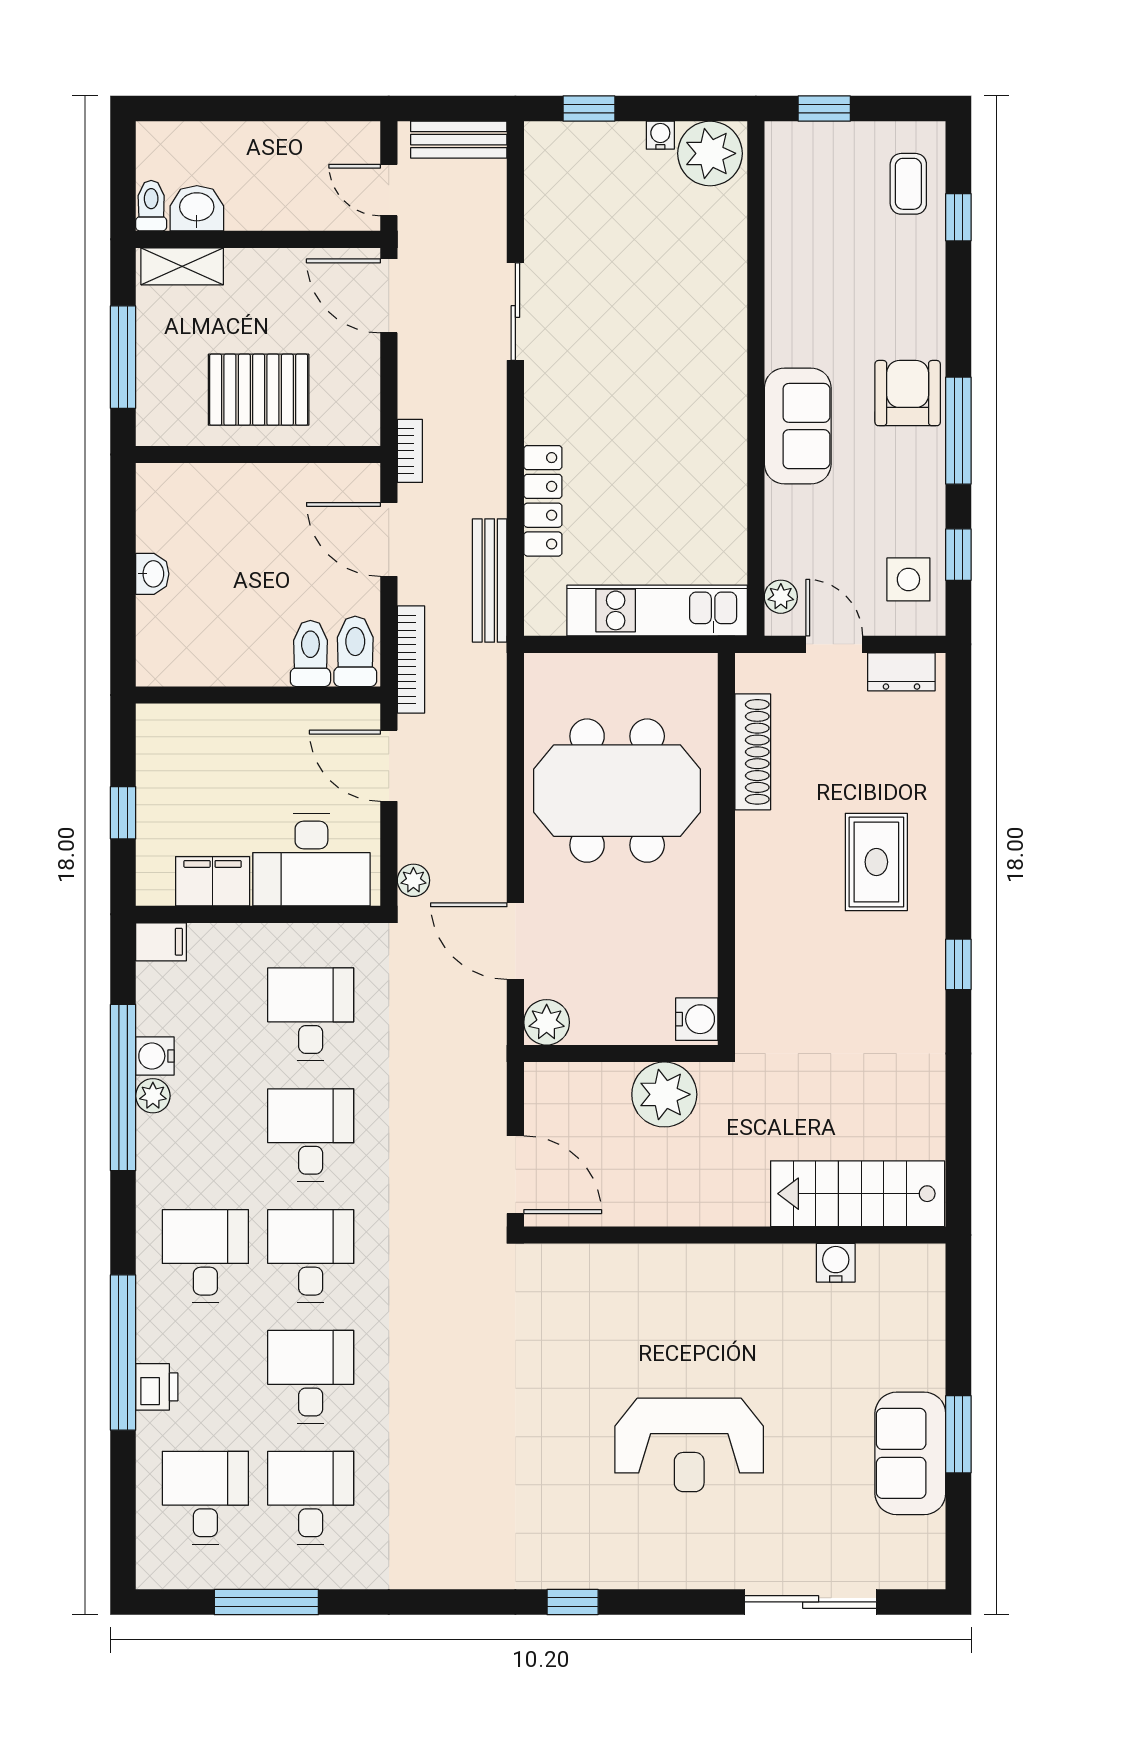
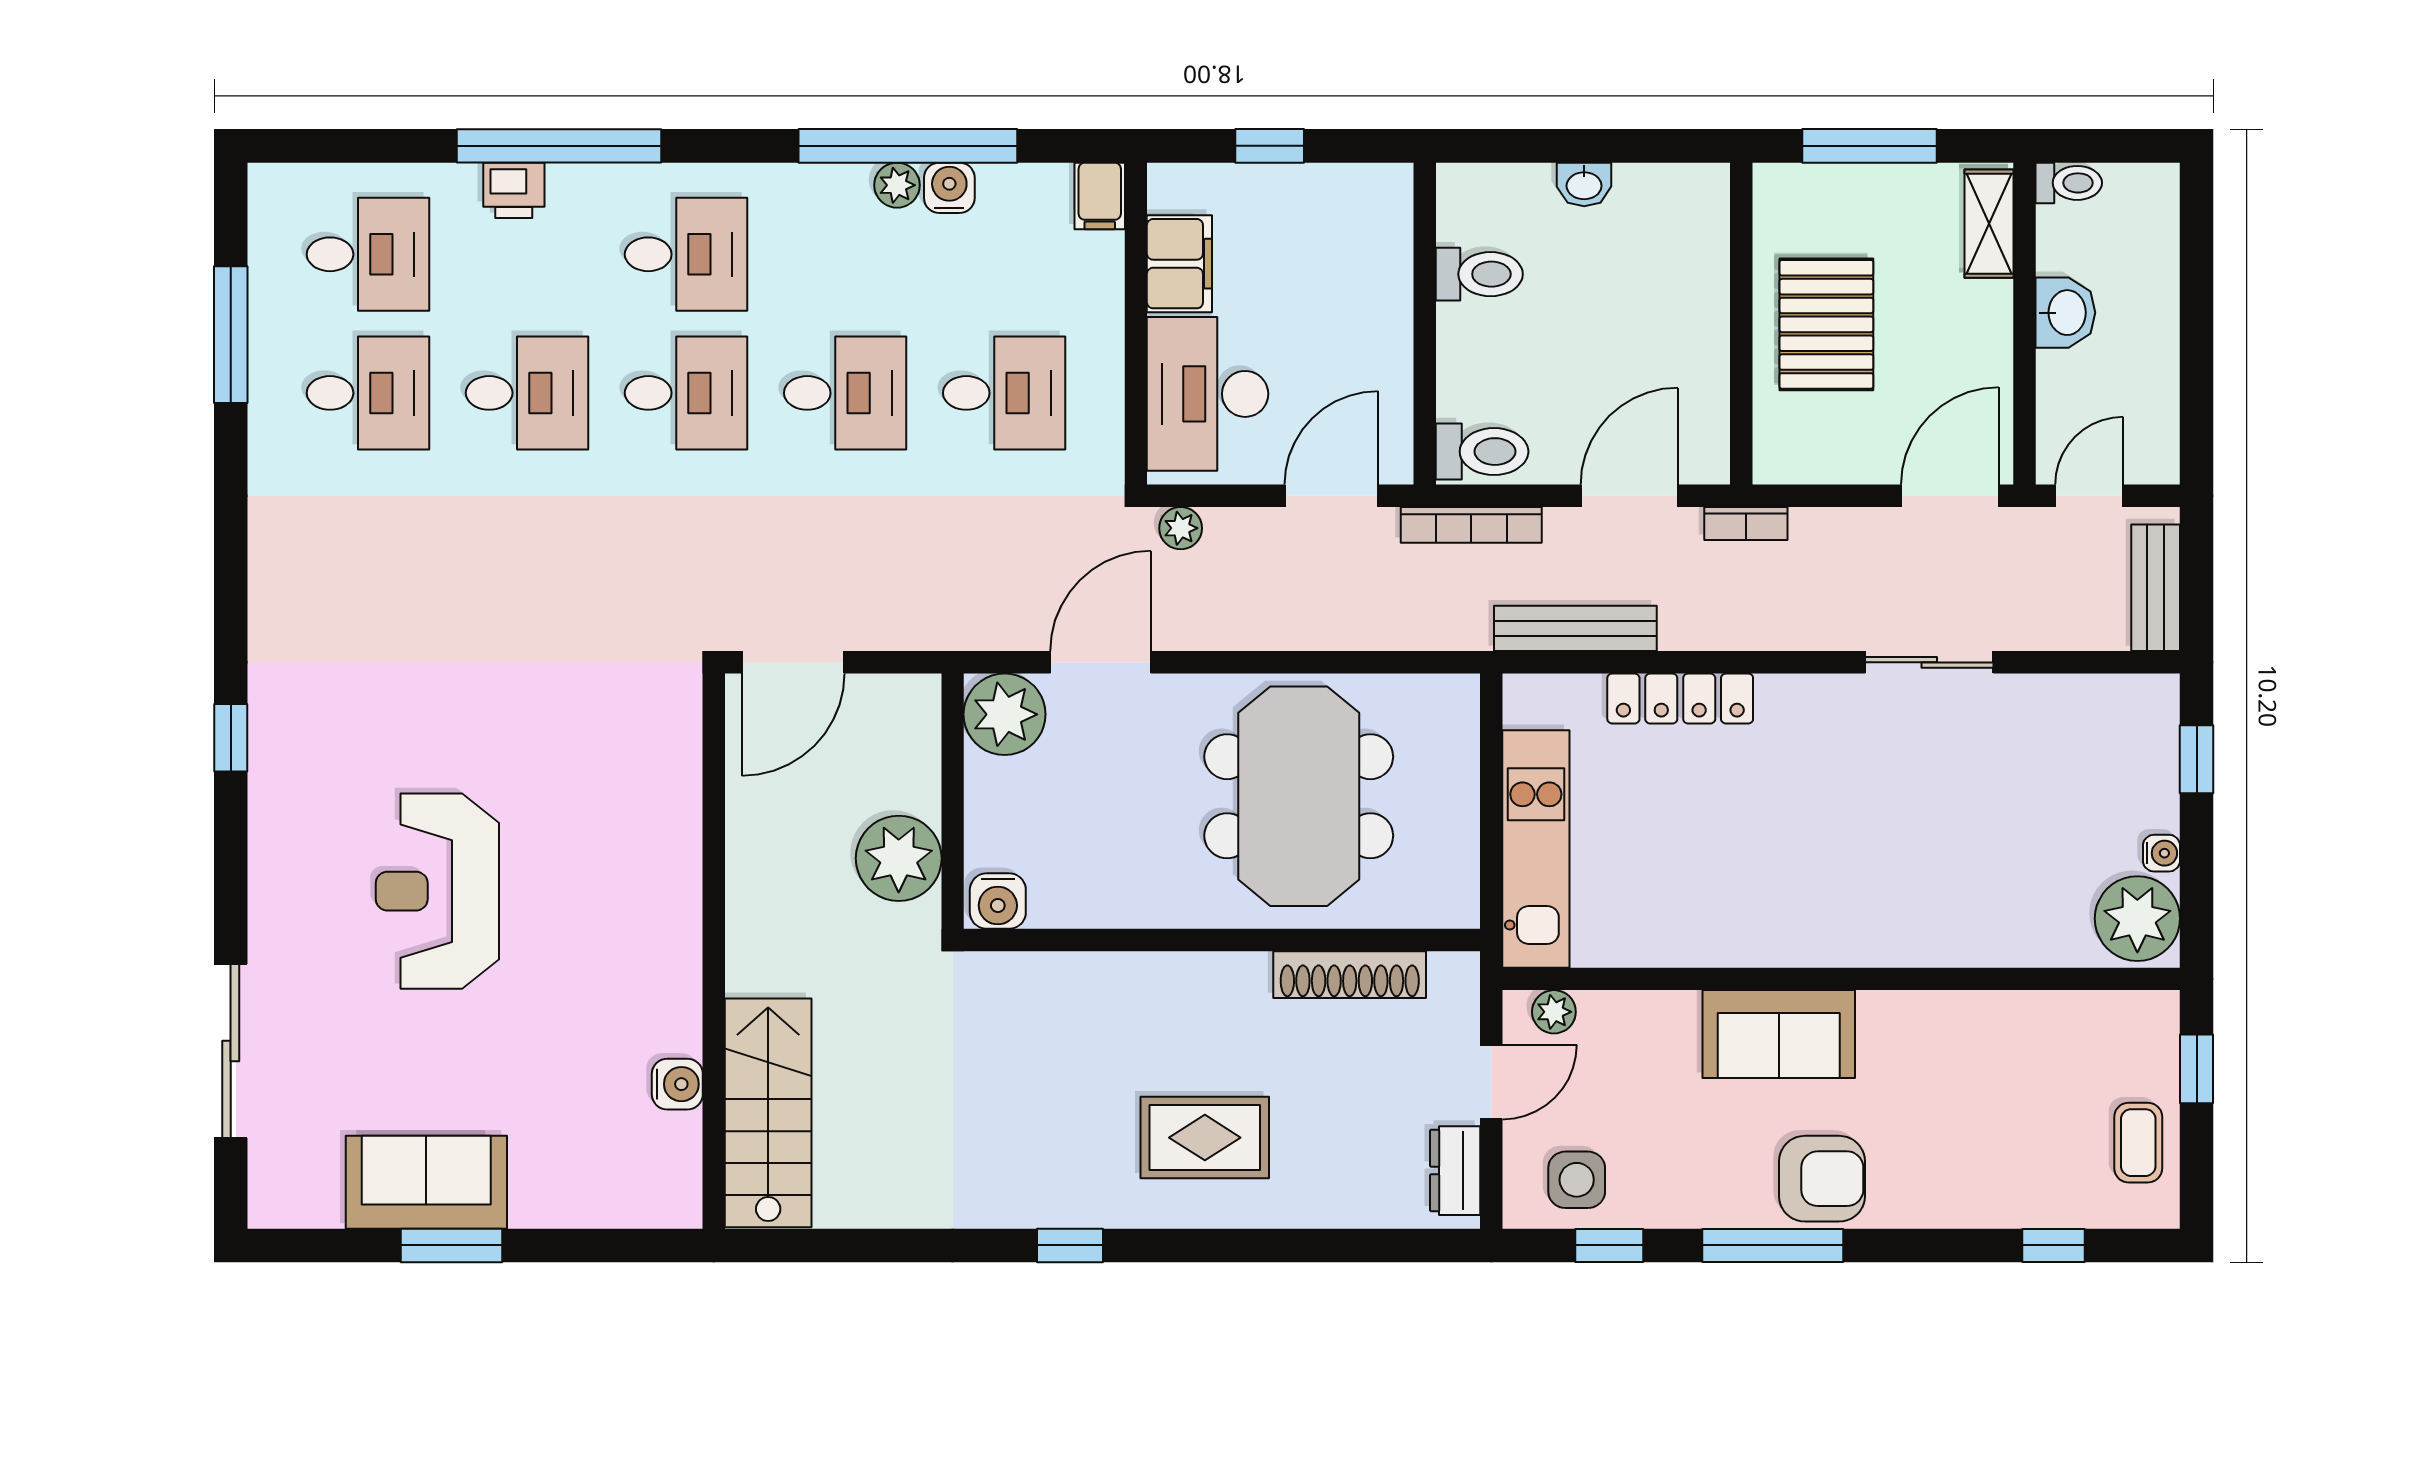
coffee table: (908, 184) -> (2138, 1143), moved, turned 90
washbasin: (197, 208) -> (2065, 313), moved
toilet: (310, 653) -> (1479, 274), moved
plant: (547, 1022) -> (1005, 714), width x1.36, depth x1.36

